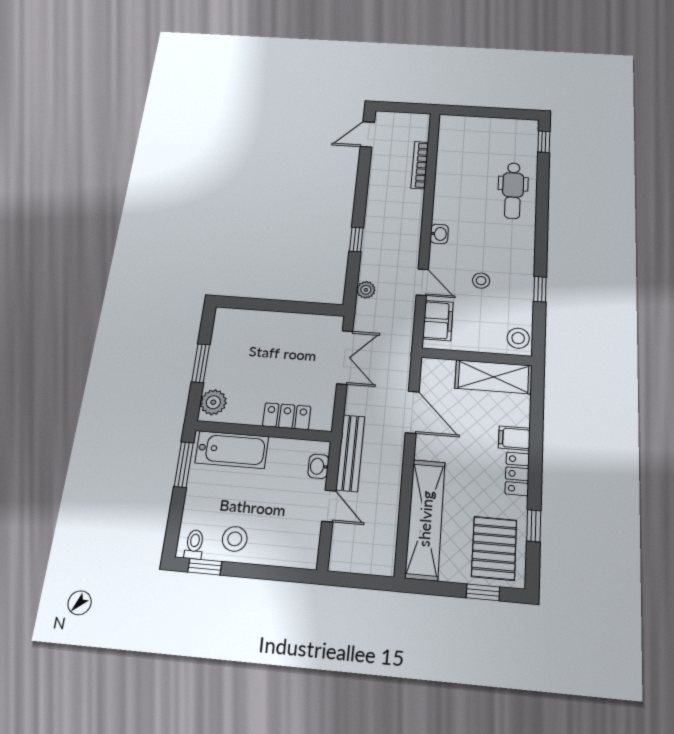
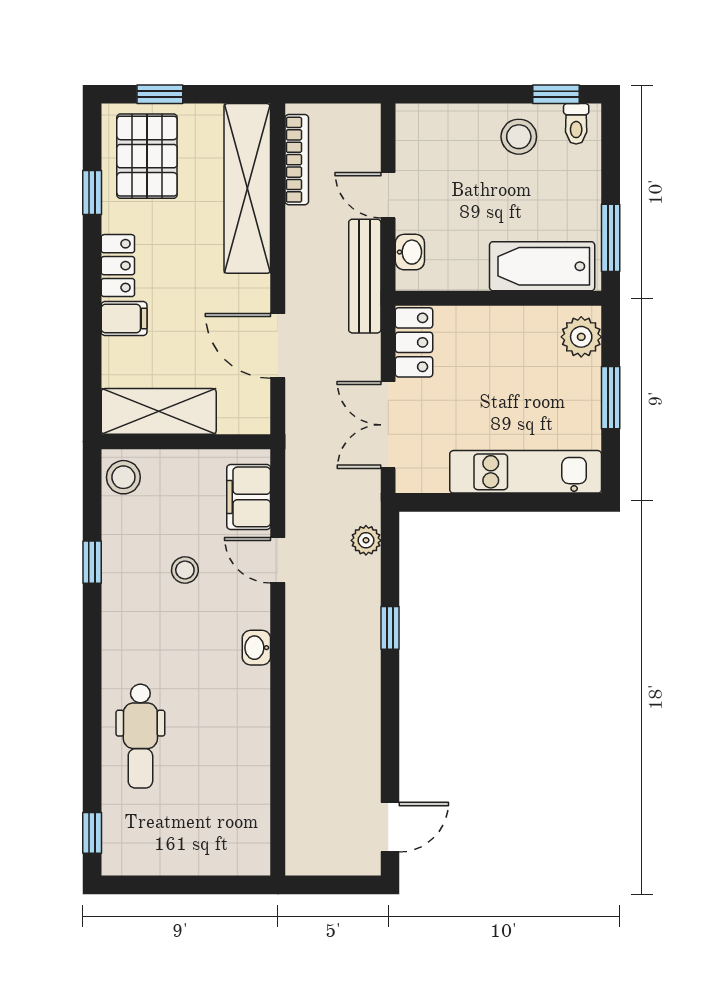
bookcase: (420, 165) -> (297, 160), moved
dental chair: (513, 190) -> (140, 736), turned 180
kitchen unit: (261, 323) -> (526, 472), added
locker: (287, 416) -> (414, 342), moved, turned -90

